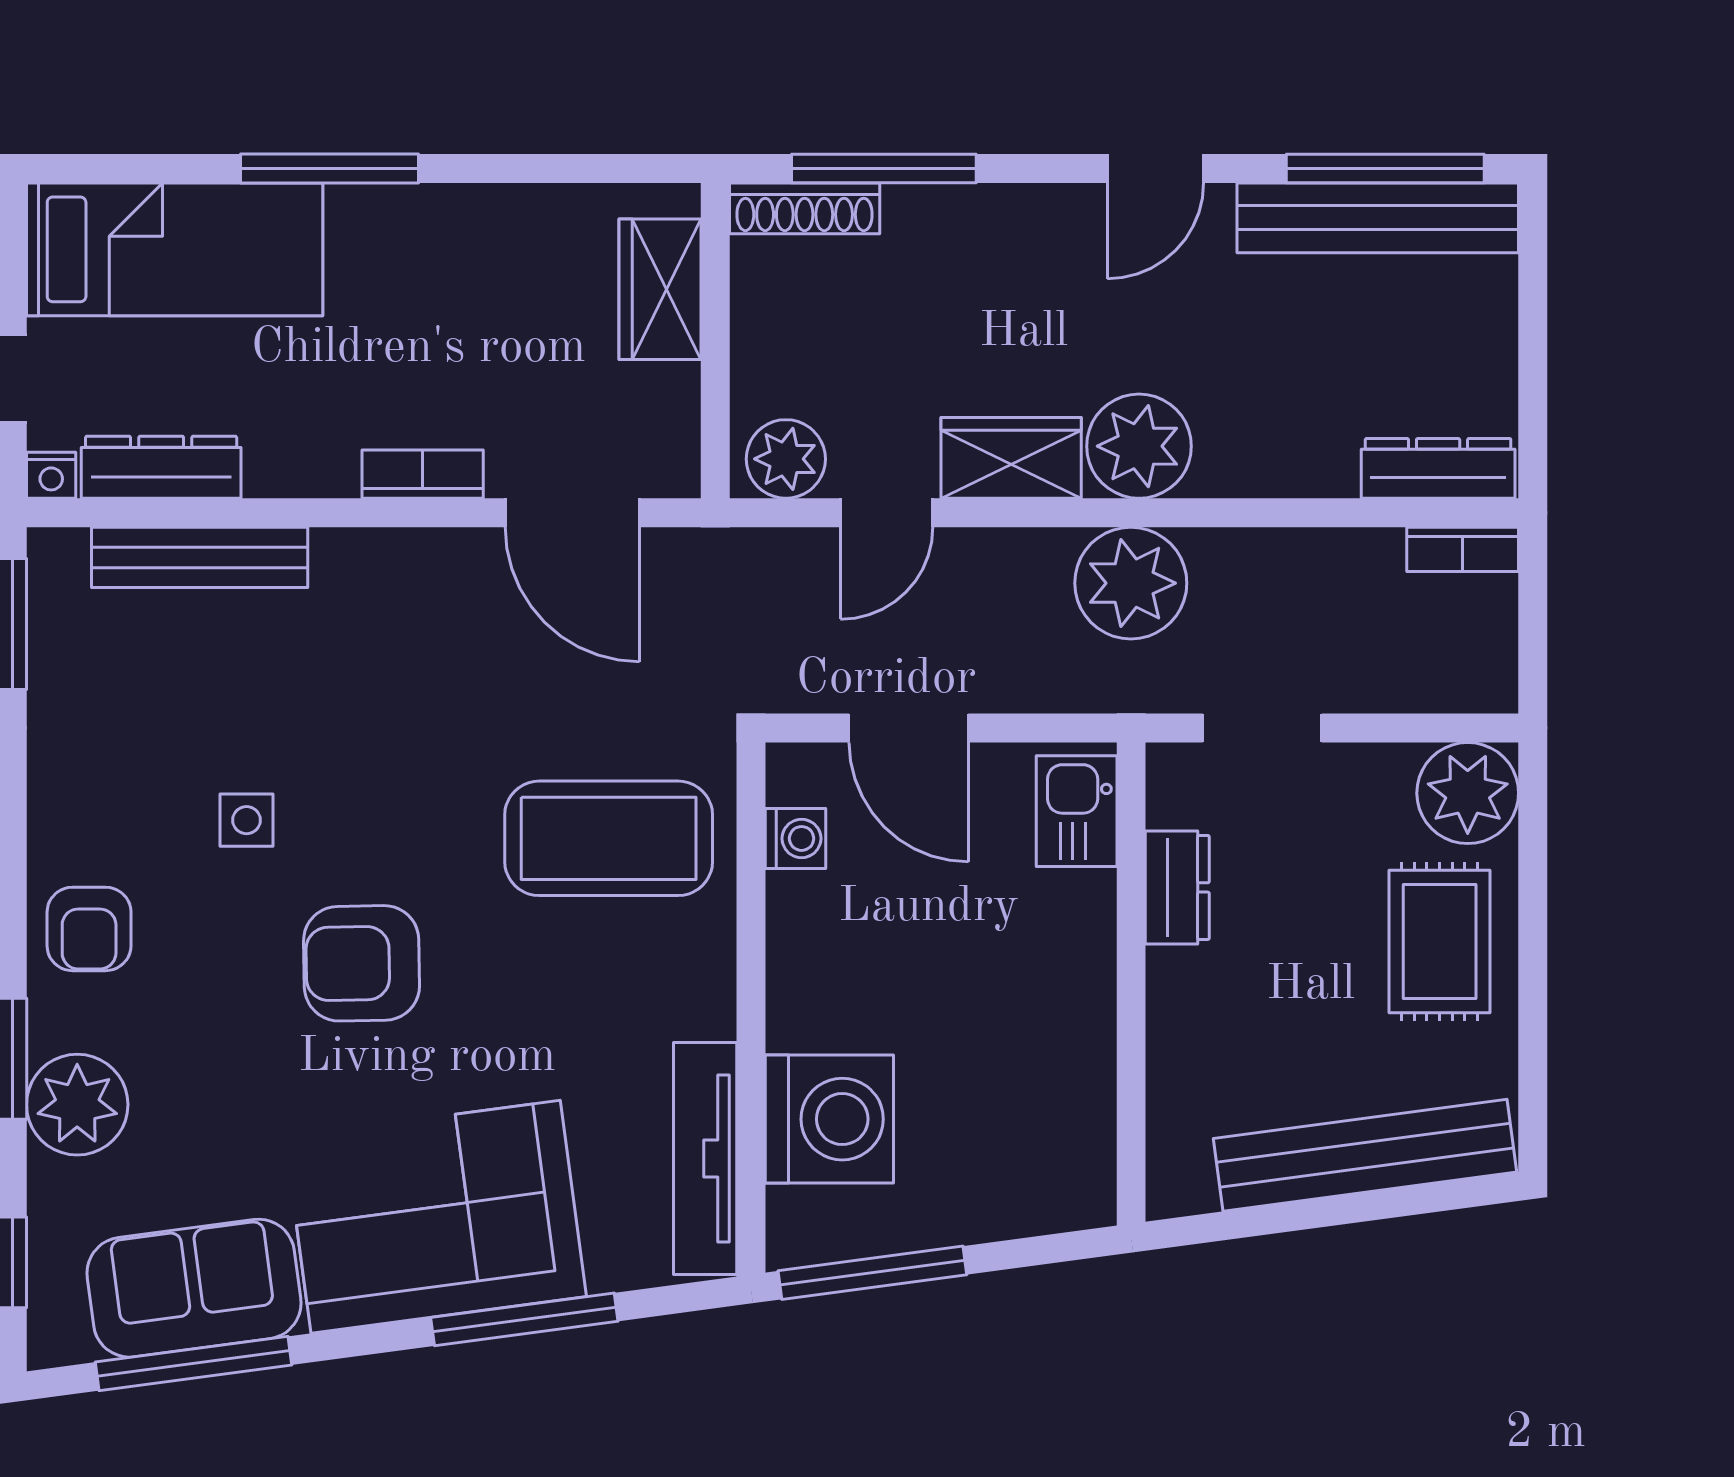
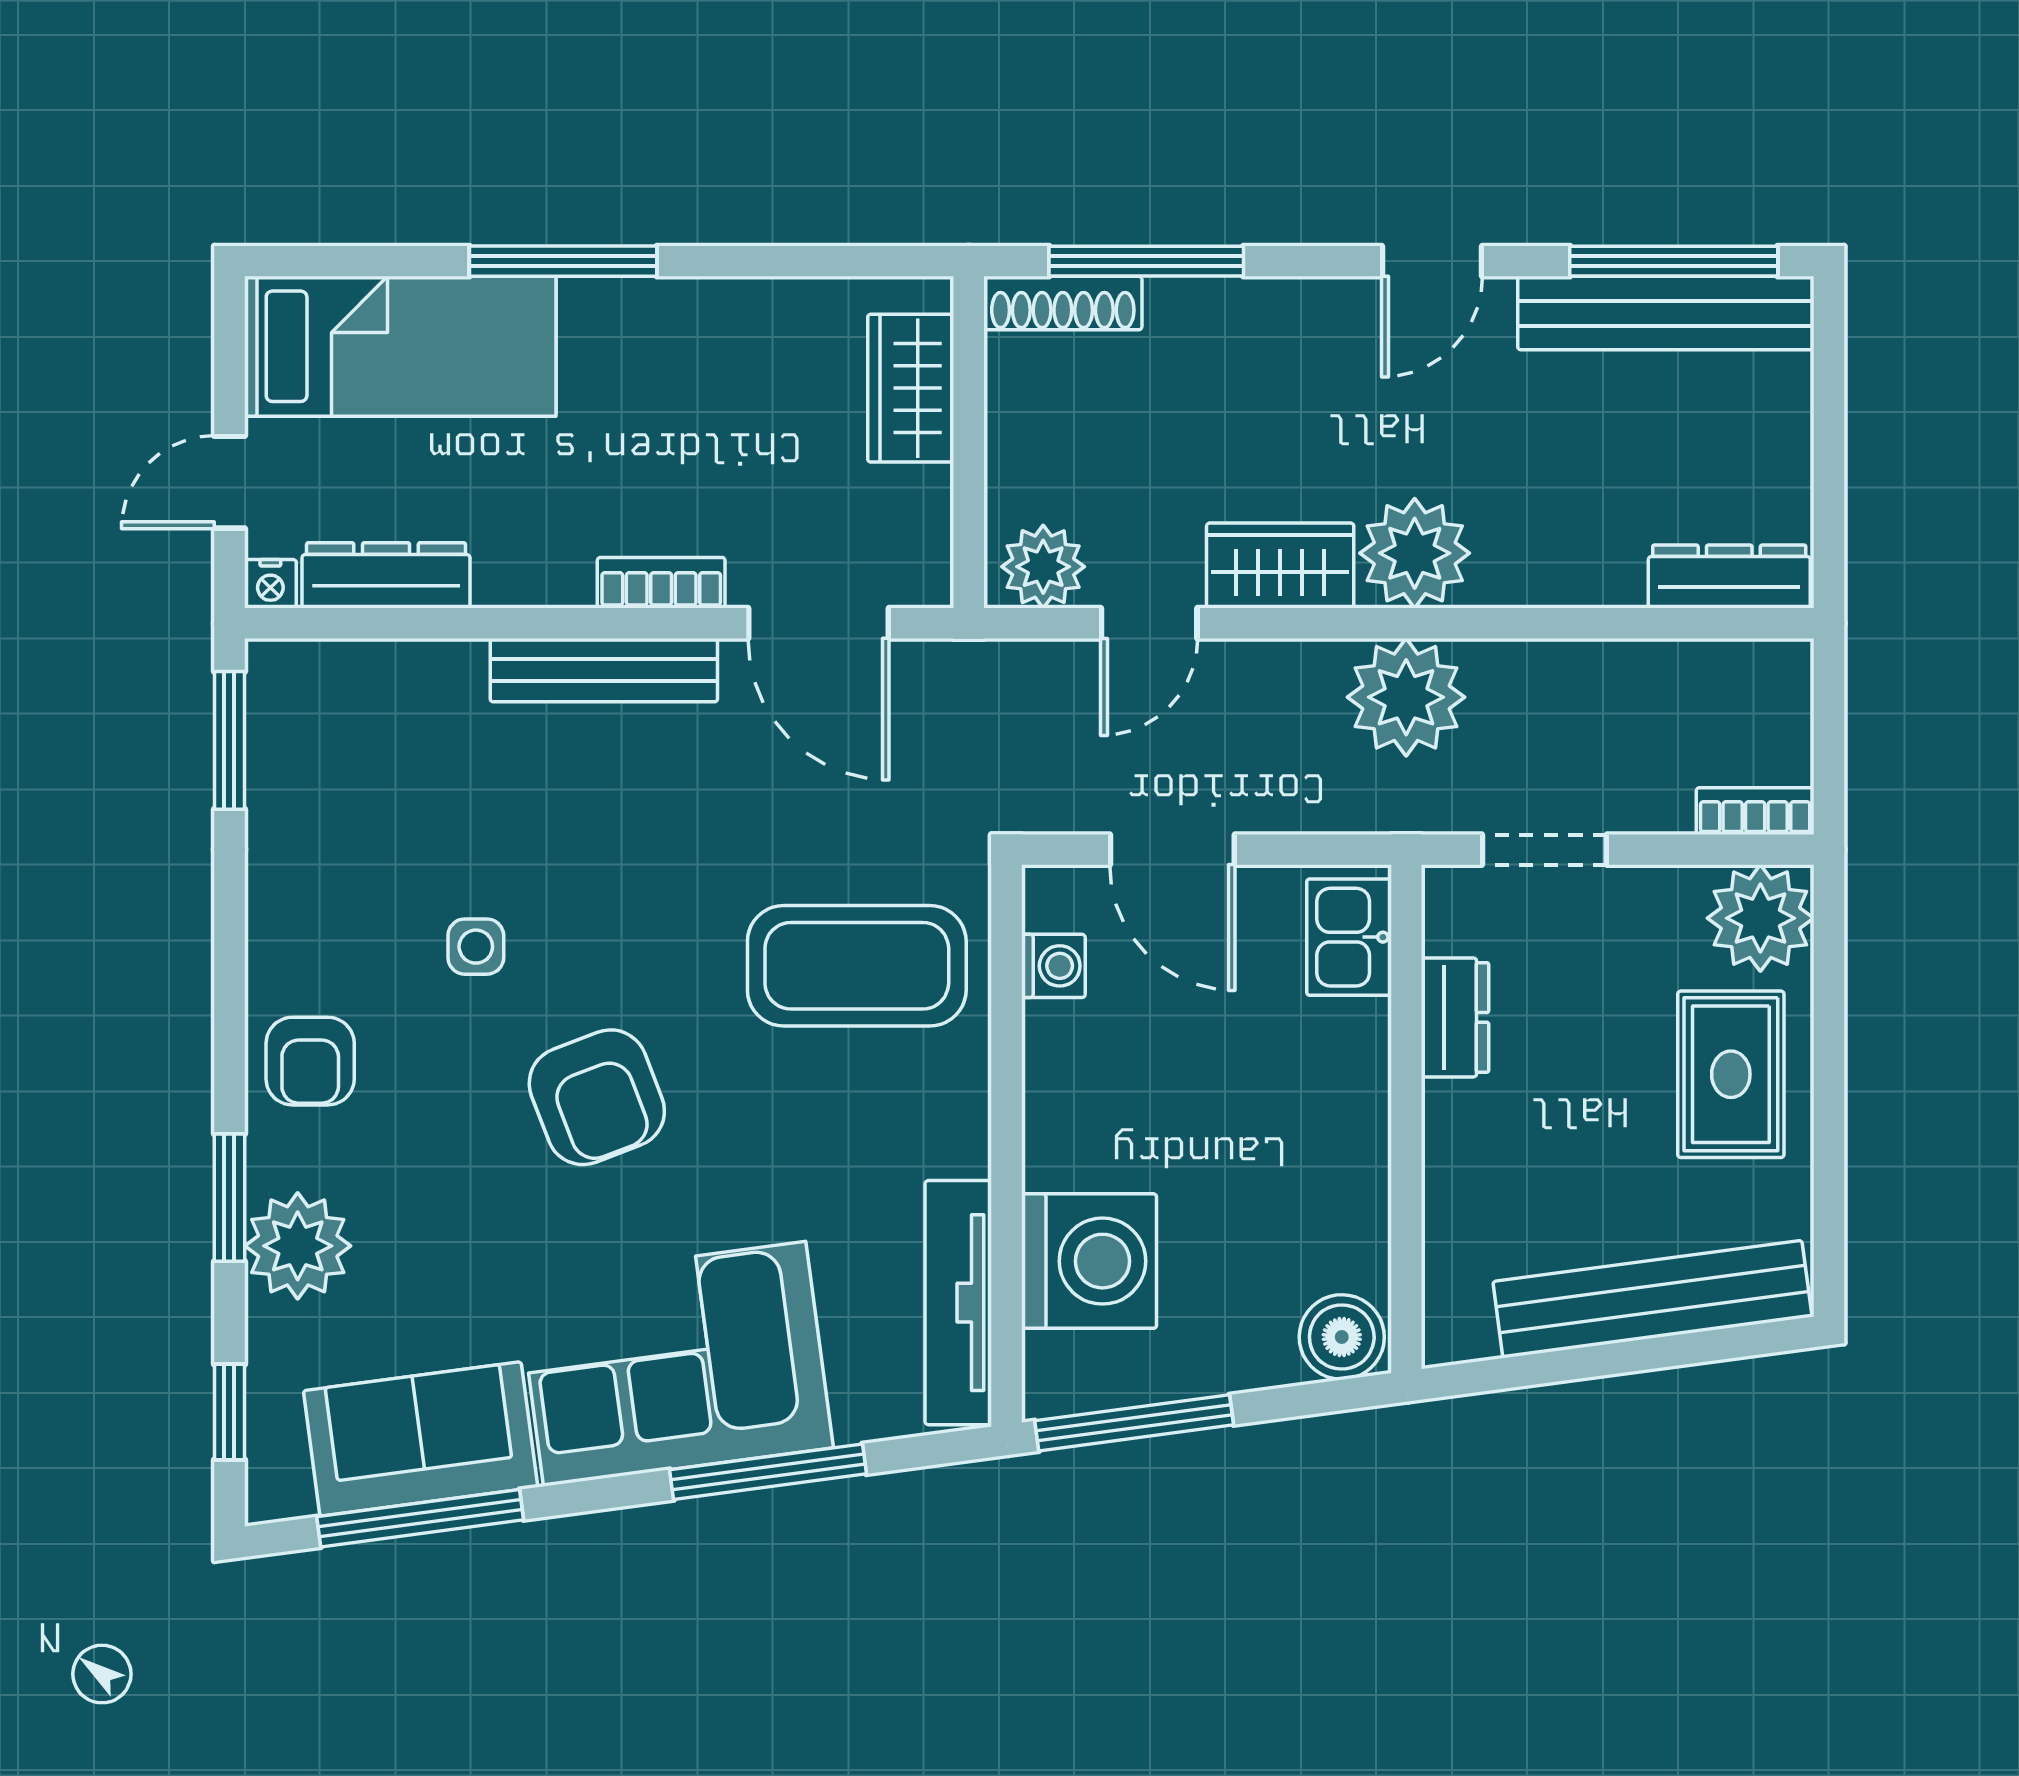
bookcase: (1463, 549) -> (1755, 811), moved, turned 180
bench: (200, 557) -> (604, 670), moved
armchair: (362, 963) -> (597, 1097), turned -110
boiler: (1070, 1191) -> (1342, 1337), added

